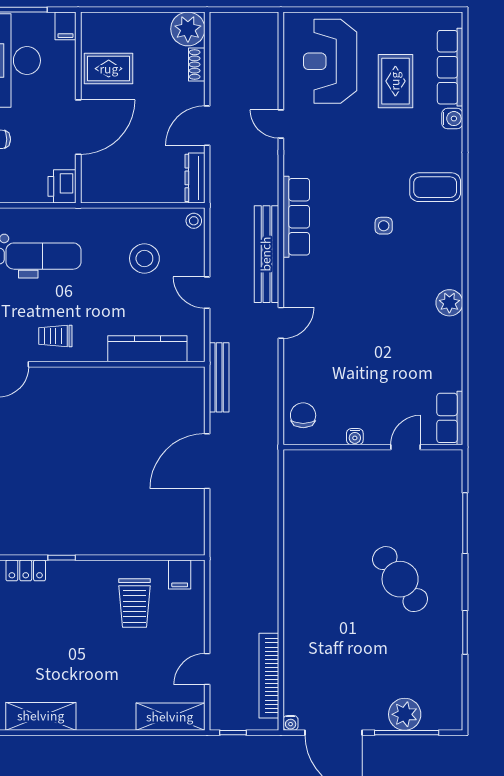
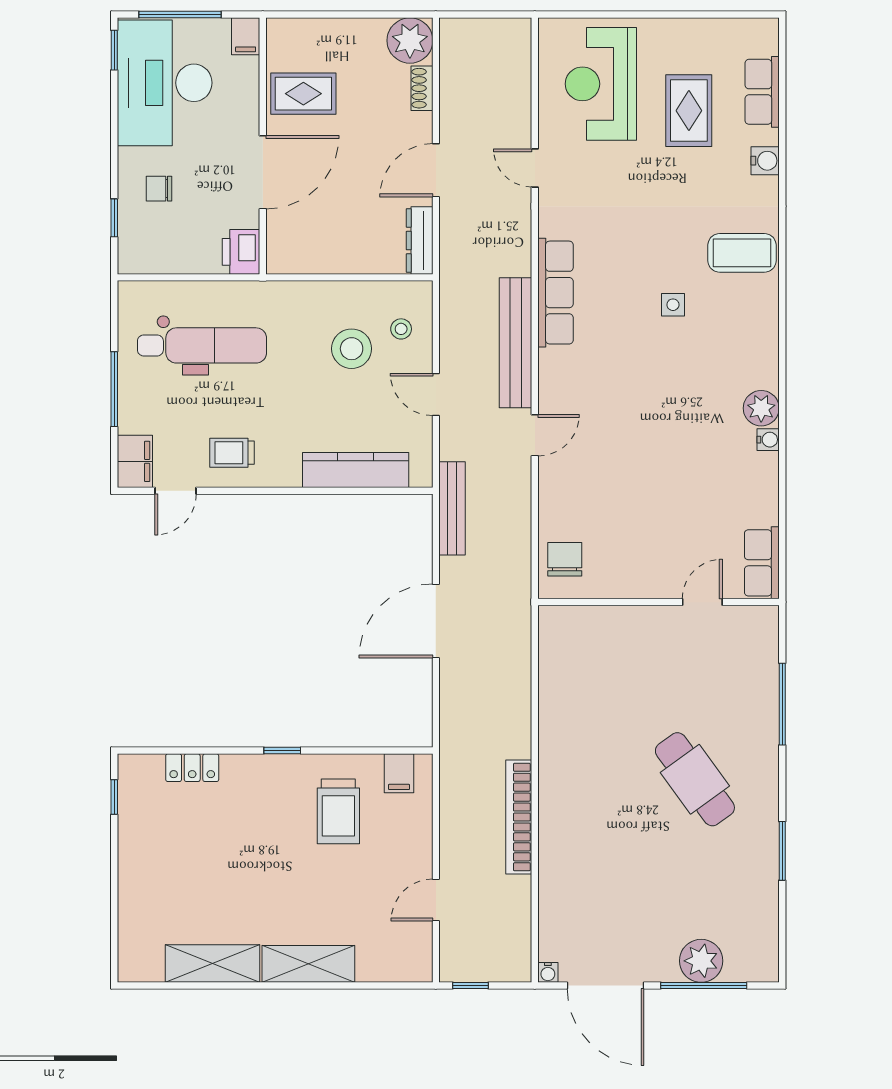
row of seats: (450, 67) -> (762, 92), width x0.68
stool: (194, 221) -> (401, 329), moved
water cooler: (355, 437) -> (768, 440), moved, turned -90
window: (62, 558) -> (282, 750), moved
bookcase: (269, 676) -> (519, 817), moved
shelving: (170, 717) -> (308, 964), moved

